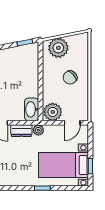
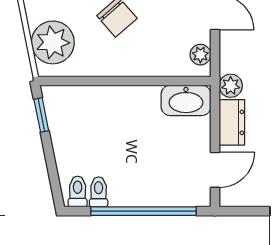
plant: (53, 112) -> (200, 55), width x0.53, depth x0.53

